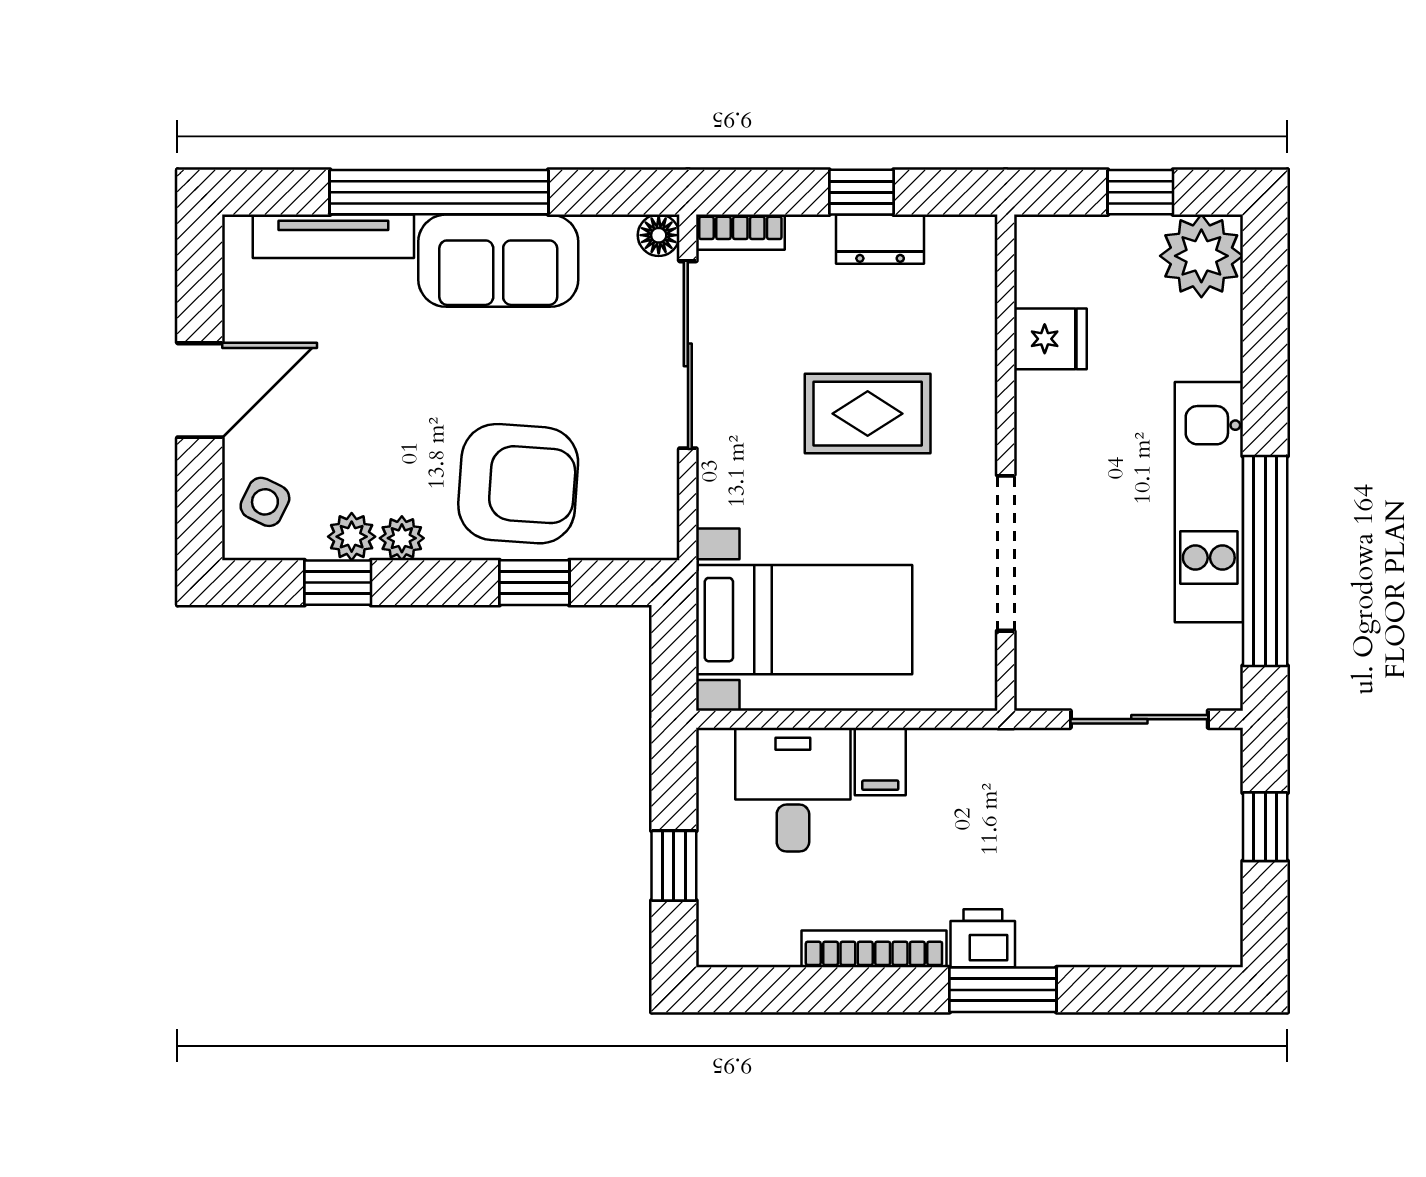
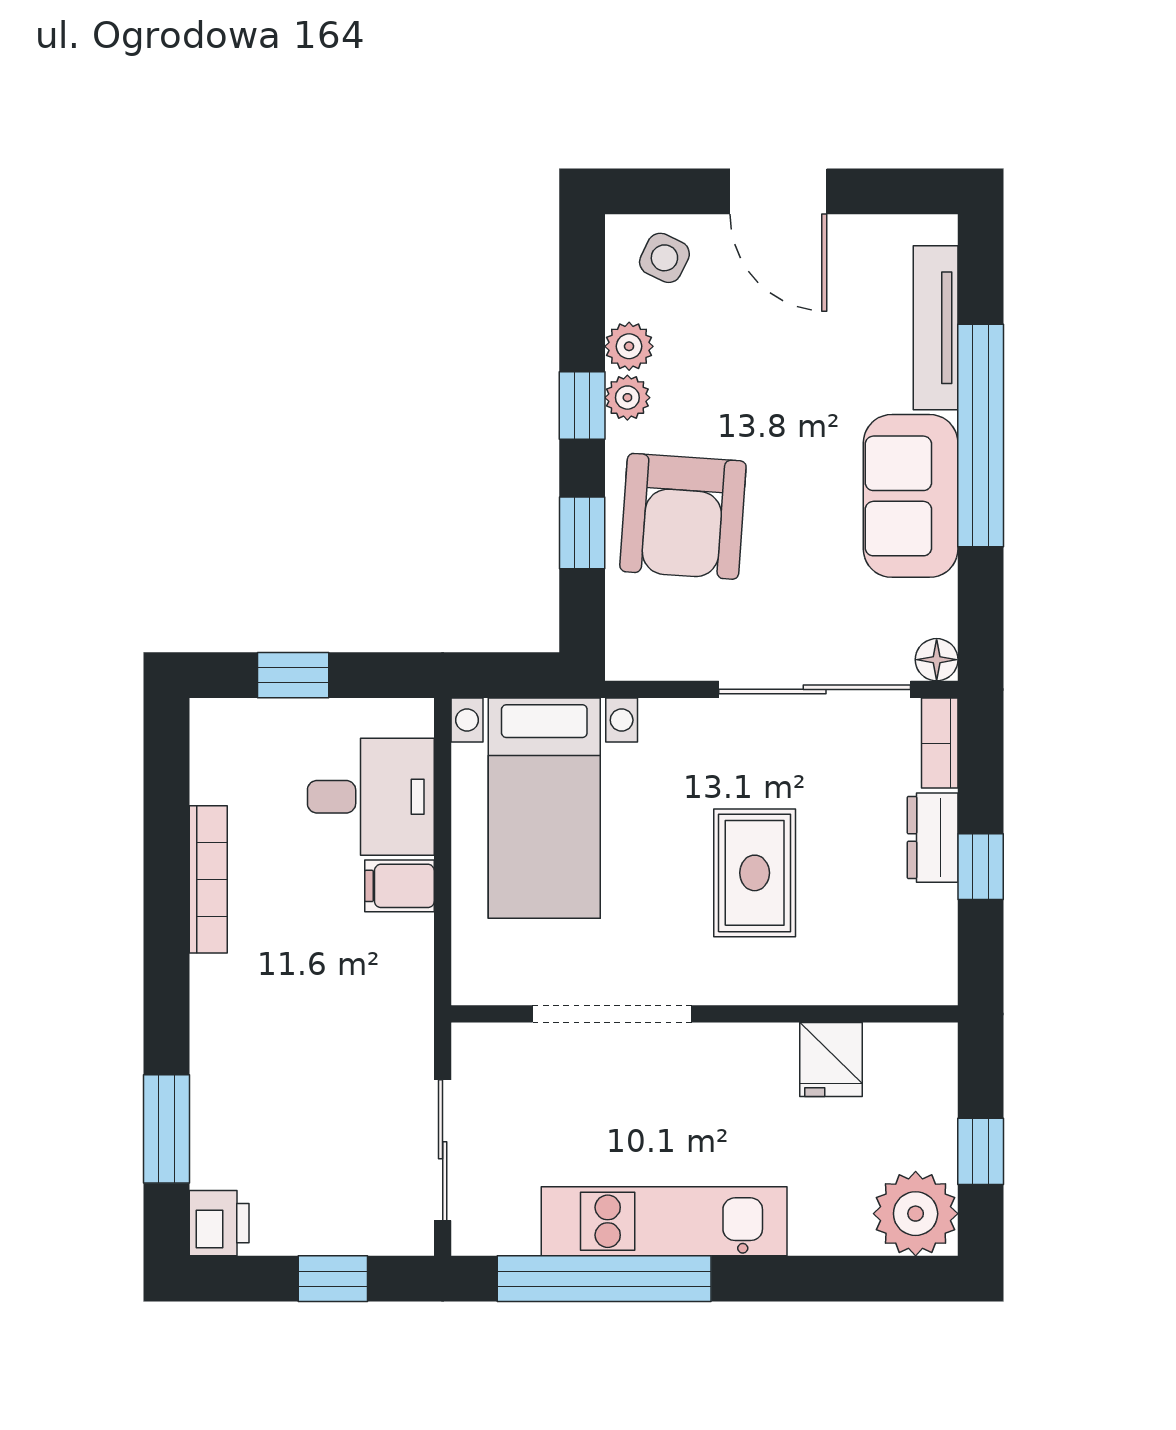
dresser: (880, 239) -> (933, 838), moved
window: (338, 583) -> (582, 406), moved
printer: (983, 938) -> (219, 1223), moved
window: (1003, 990) -> (167, 1129), moved

